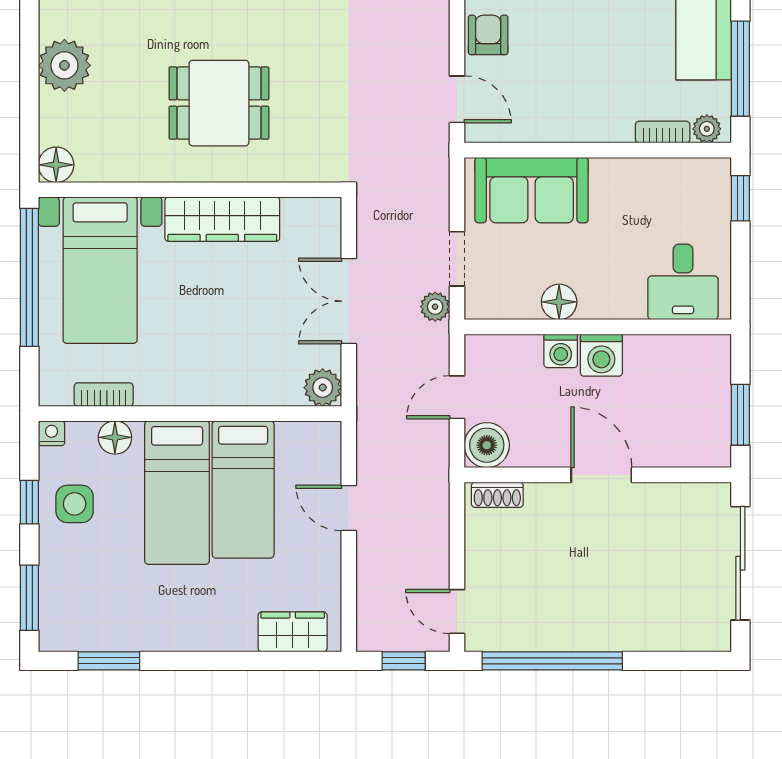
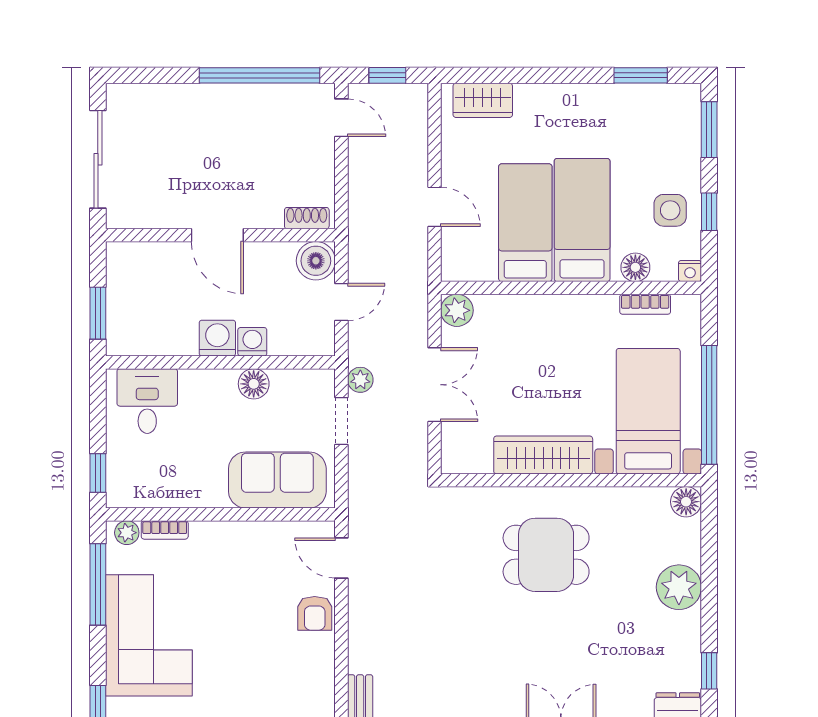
window: (740, 415) -> (98, 313), moved

